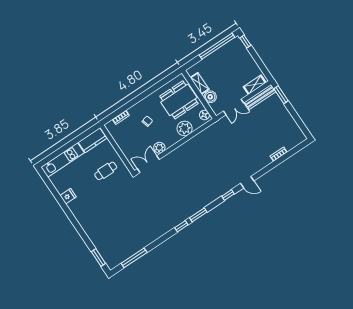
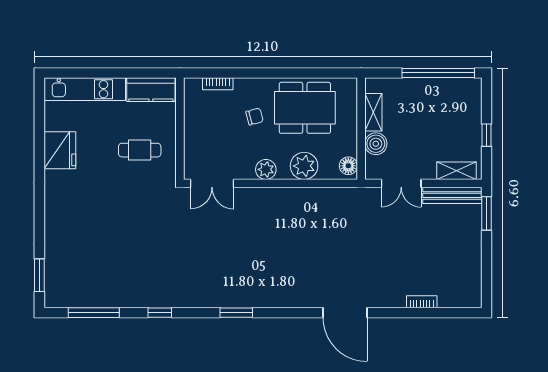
window: (245, 42) -> (487, 135), moved
dining table: (179, 100) -> (305, 108), moved
plant: (159, 148) -> (266, 169), moved
double door: (148, 164) -> (212, 183), swing flipped
door: (247, 182) -> (345, 313), width x1.88
window: (228, 195) -> (302, 313), removed
fridge: (68, 196) -> (60, 150), width x1.88, depth x1.34
window: (181, 226) -> (160, 313), moved

